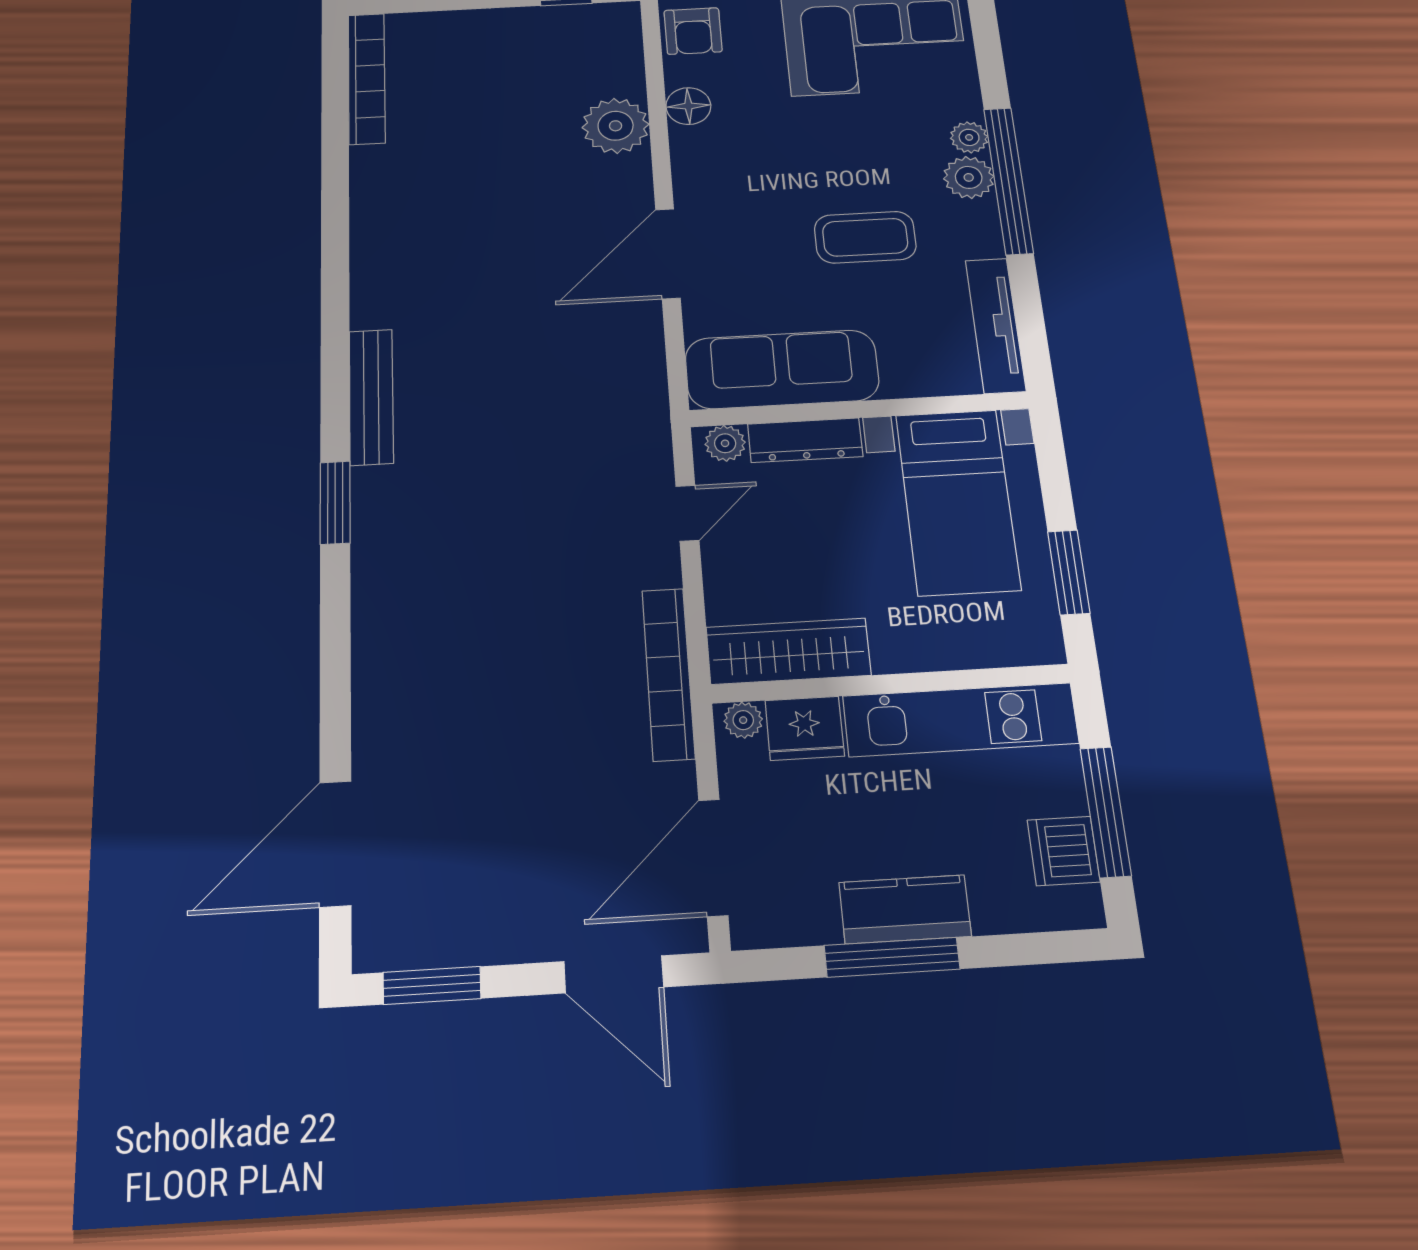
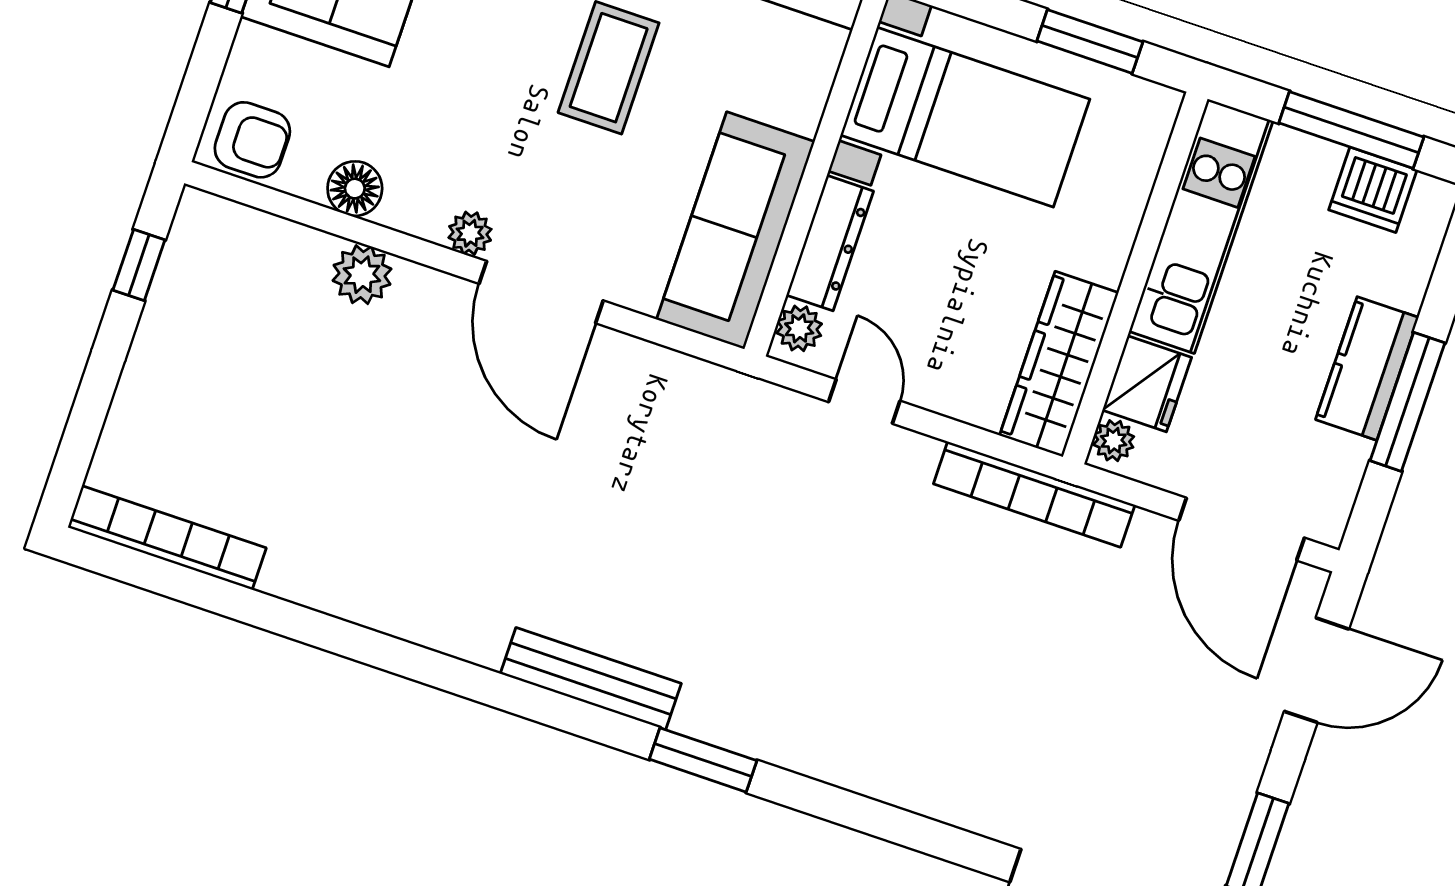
plant: (616, 126) -> (362, 275), width x0.73, depth x0.73
plant: (691, 191) -> (470, 233), added

